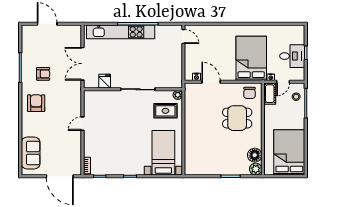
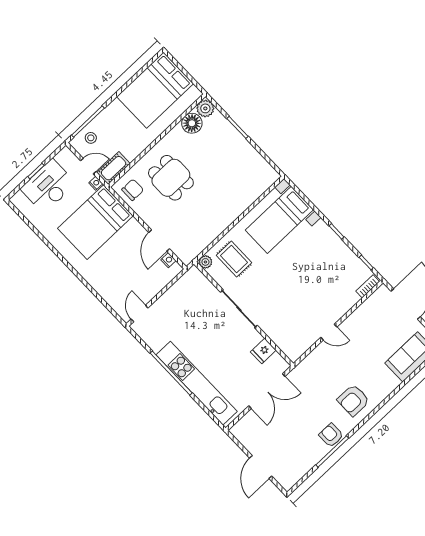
desk: (292, 56) -> (48, 186), width x1.37
armchair: (43, 74) -> (331, 435), moved

